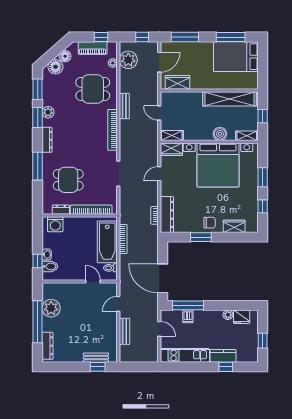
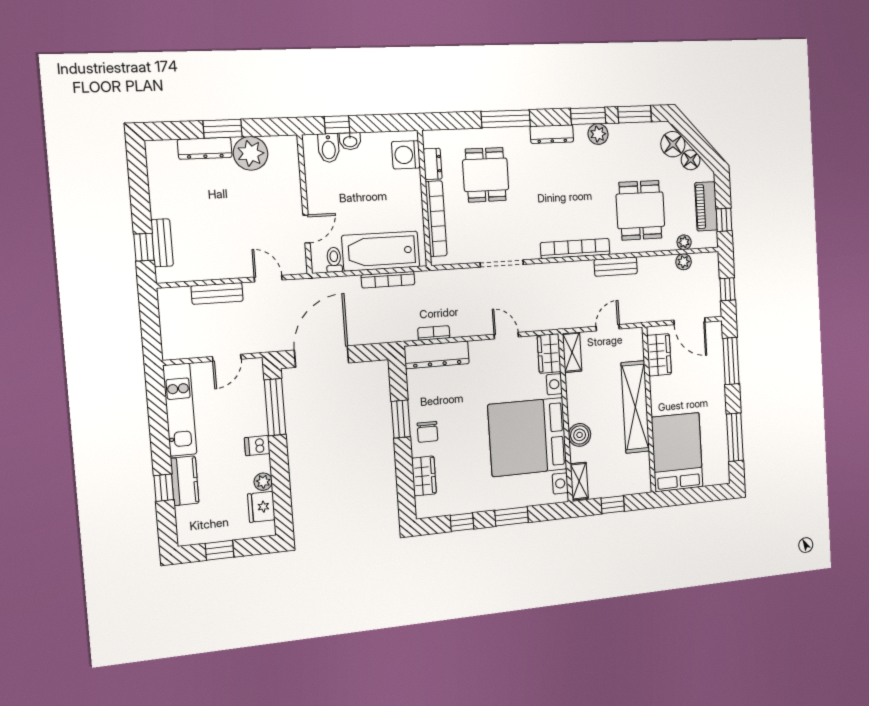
bed: (236, 57) -> (677, 452), moved
plant: (128, 60) -> (684, 262), width x0.53, depth x0.53
shelving: (229, 99) -> (635, 407), moved
dishwasher: (188, 316) -> (257, 446), moved
window: (38, 322) -> (223, 129), width x0.47
dresser: (47, 346) -> (205, 148), moved

